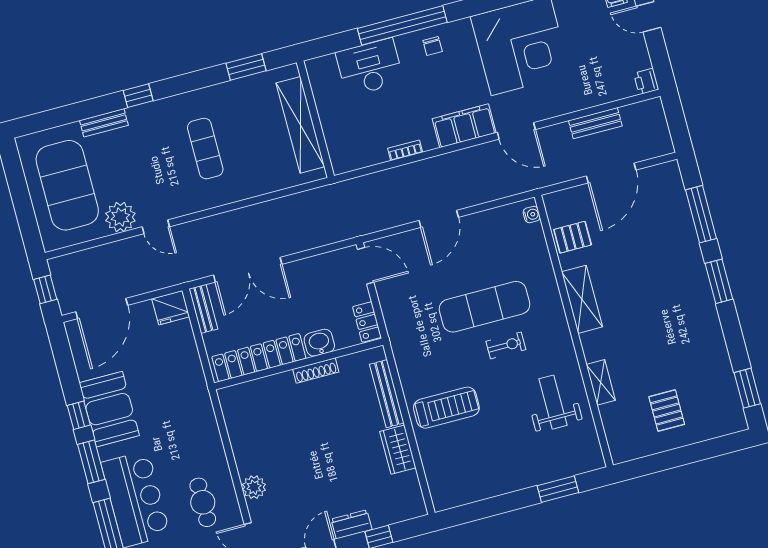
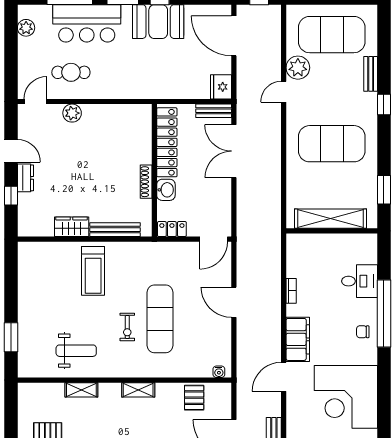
desk: (370, 67) -> (360, 281), width x0.73
exercise mat: (205, 149) -> (332, 144), width x2.00, depth x1.45
shelving: (582, 299) -> (138, 390), width x0.67, depth x0.75

